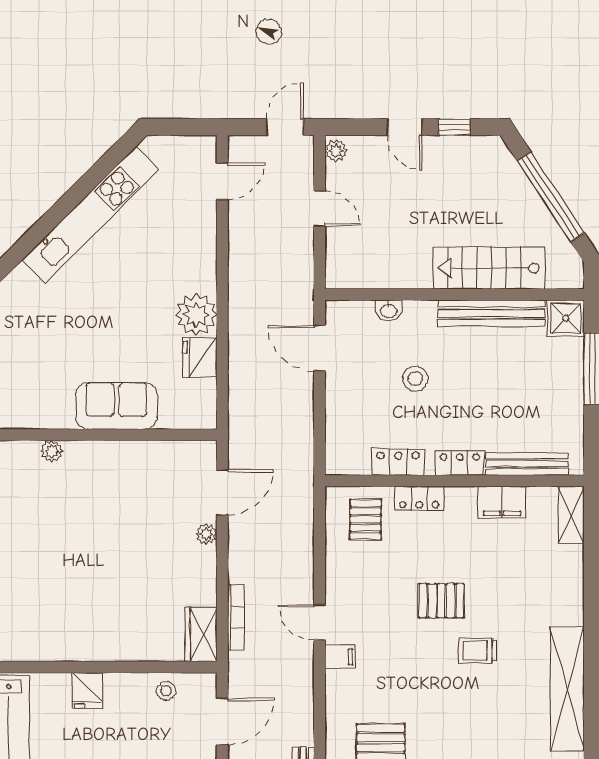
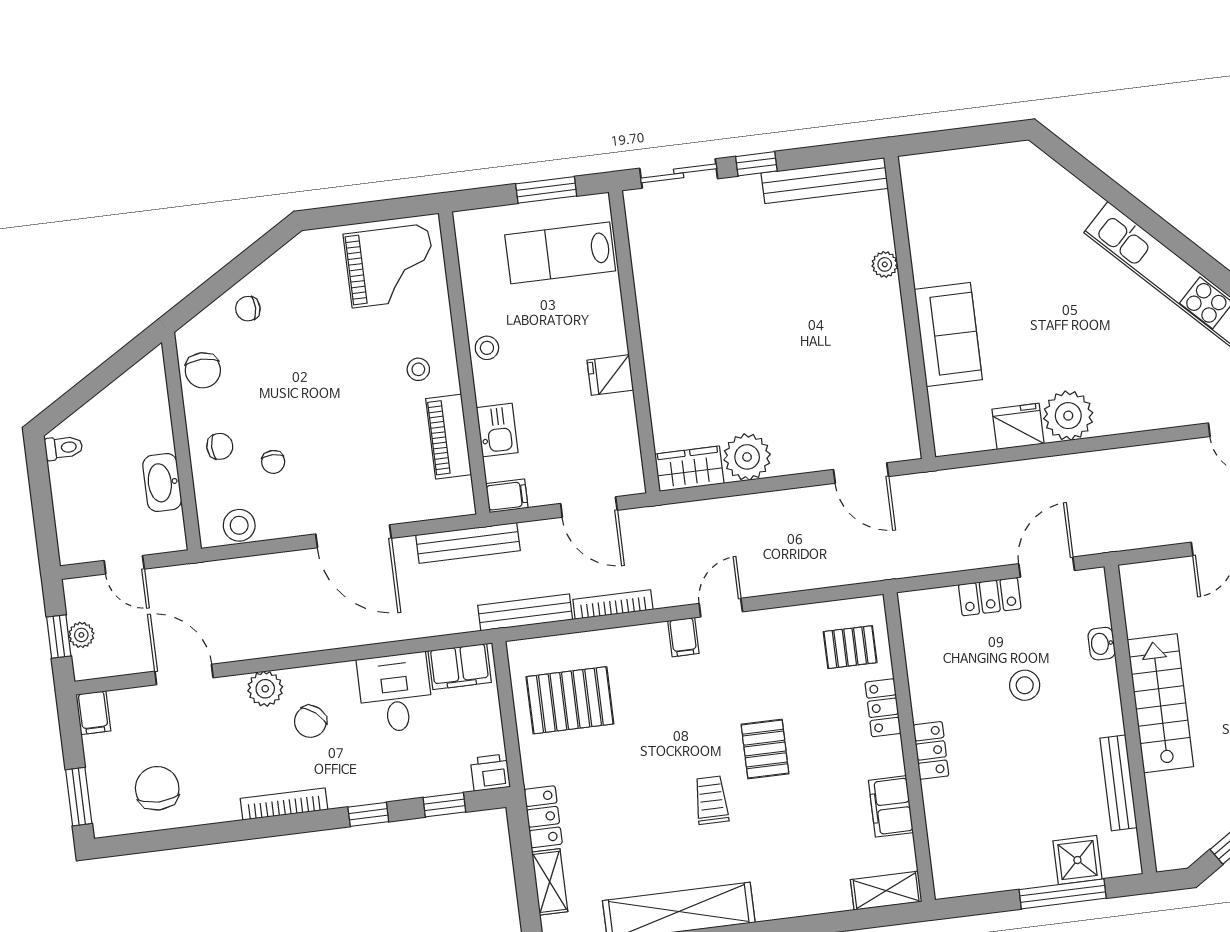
stairs: (489, 268) -> (1160, 703), moved
bench: (492, 313) -> (1119, 783), width x0.73, depth x0.82
shower: (566, 318) -> (1077, 860), moved
locker: (398, 462) -> (990, 597), moved, turned 90
bench: (527, 464) -> (940, 831), removed
plant: (206, 534) -> (747, 457), moved, width x1.88, depth x1.88
bookcase: (236, 617) -> (613, 604), moved, turned 180
fridge: (87, 690) -> (610, 375), moved
stool: (166, 691) -> (617, 436), removed

